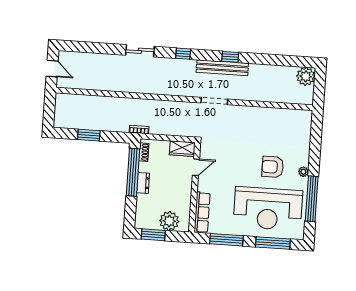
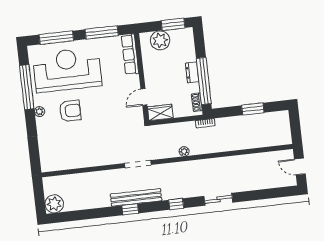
plant: (166, 105) -> (184, 151), added

